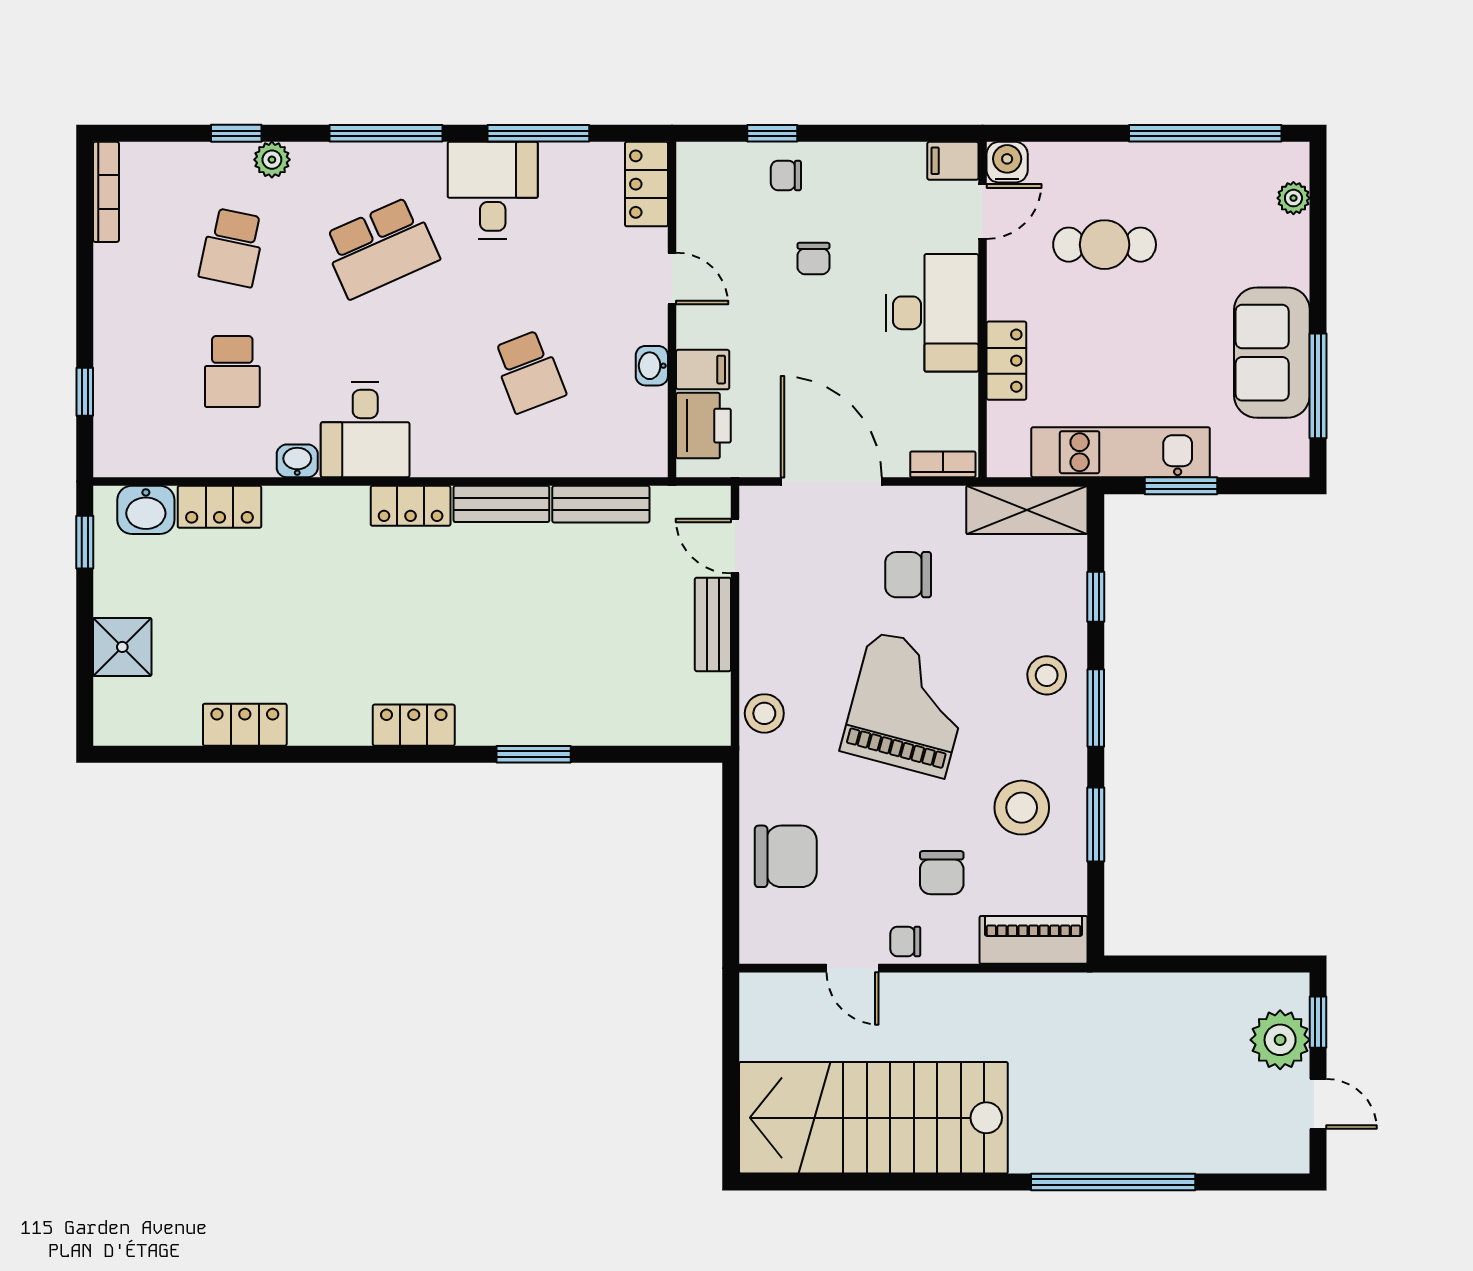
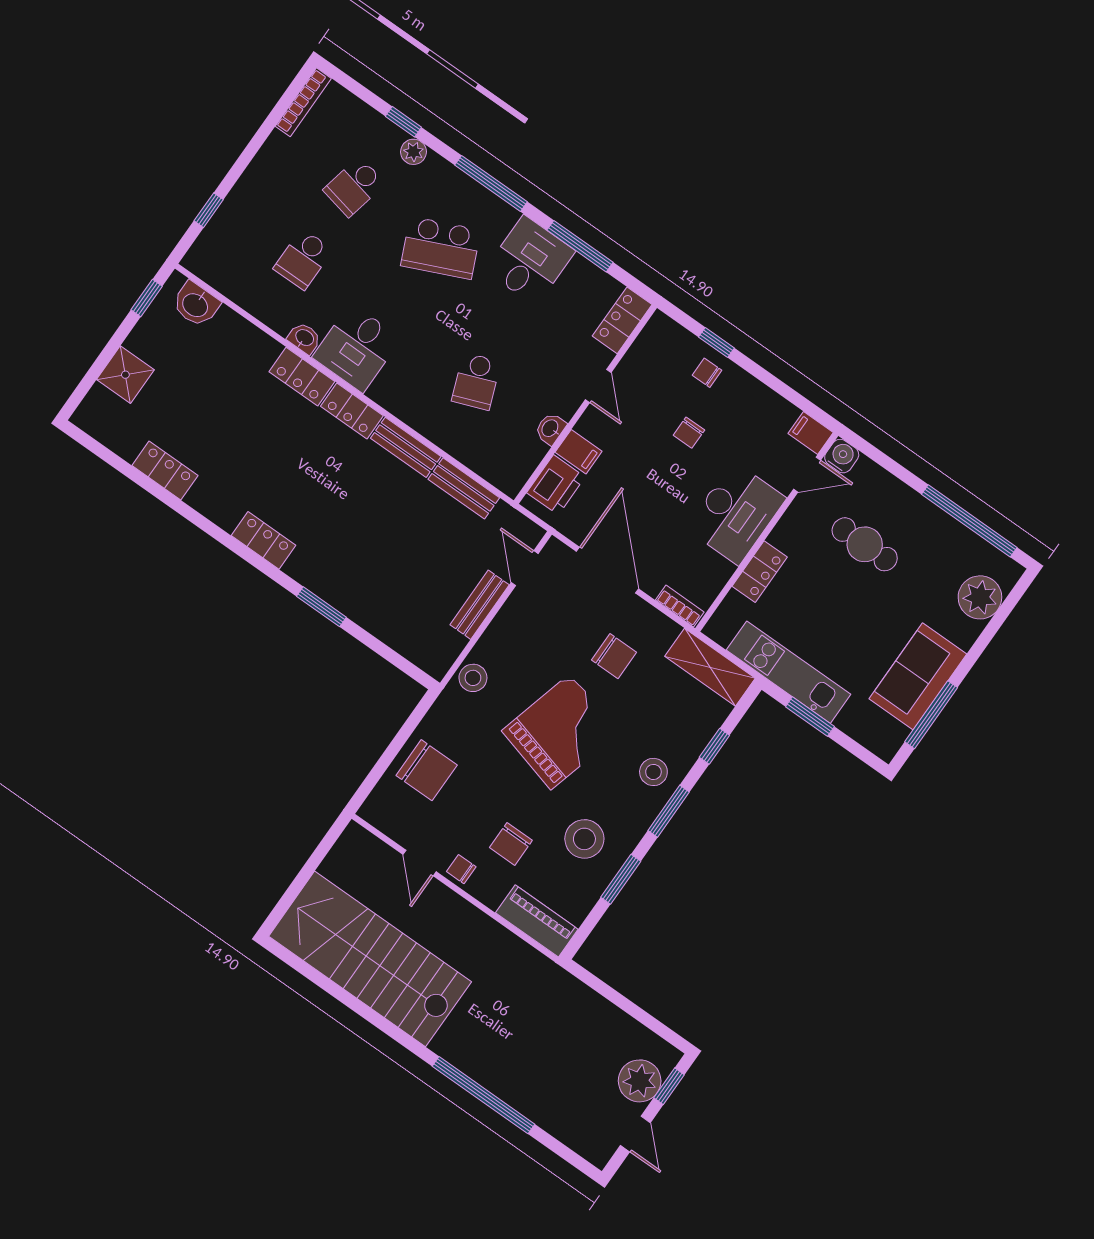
plant: (1293, 198) -> (980, 597), width x1.87, depth x1.87
locker: (219, 507) -> (302, 377), moved
chair: (908, 575) -> (614, 656), turned 180

